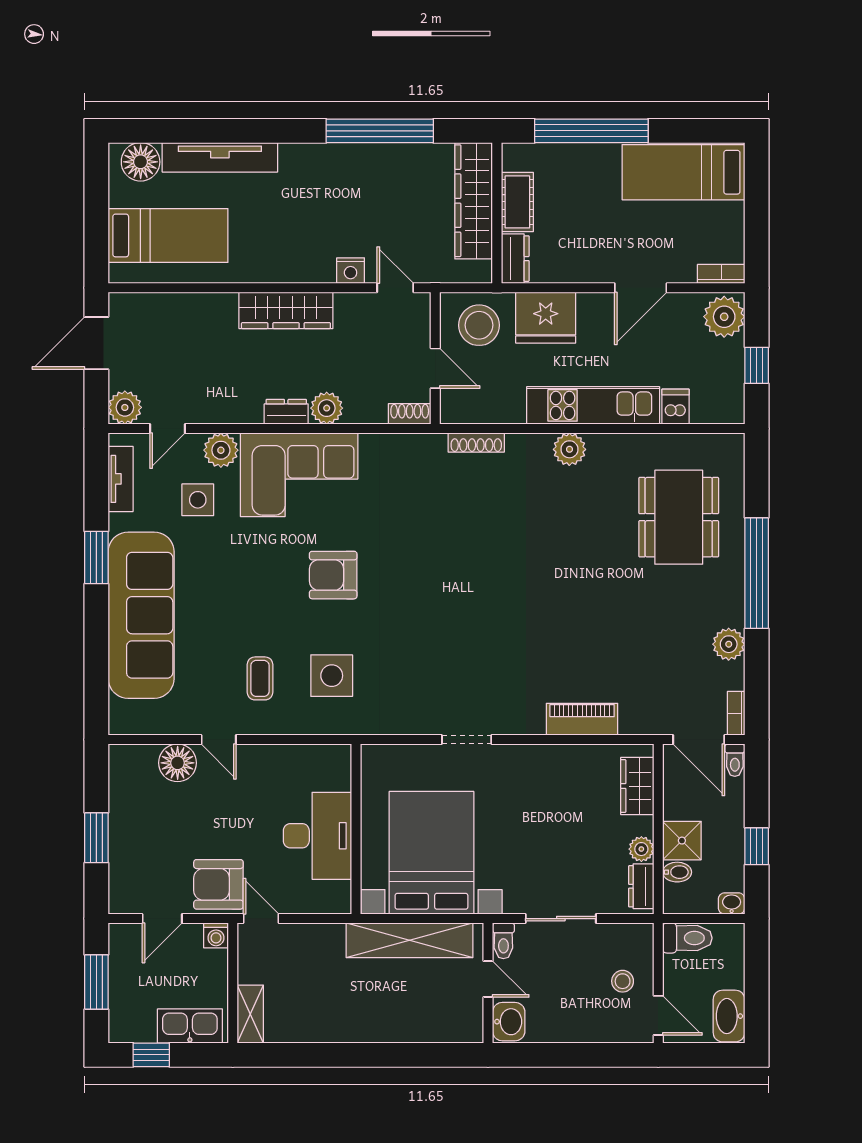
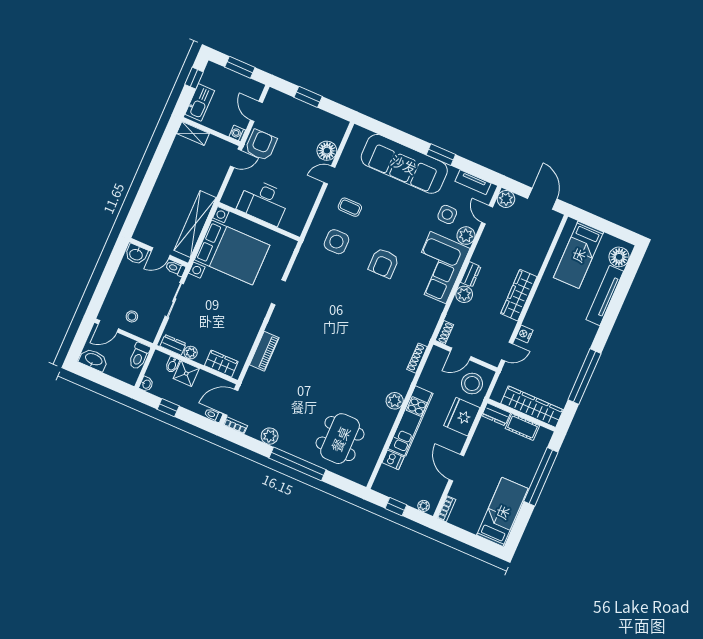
plant: (724, 317) -> (424, 506), width x0.53, depth x0.53
dining table: (679, 517) -> (340, 439), turned 90
armchair: (333, 575) -> (384, 263), turned 180

